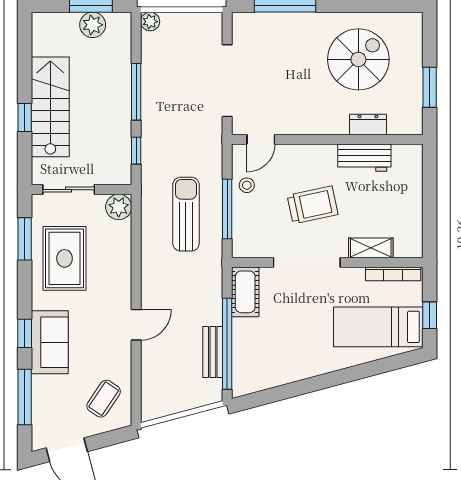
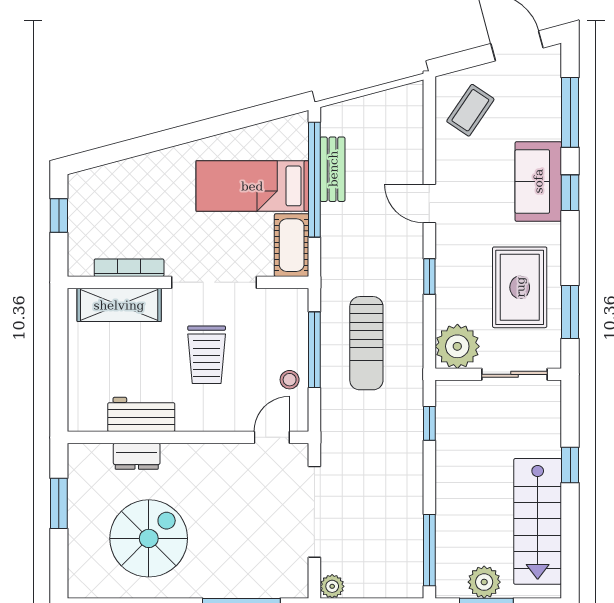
plant: (150, 22) -> (332, 586), moved
spiral stairs: (358, 59) -> (149, 538), turned 180
window: (136, 92) -> (429, 550), moved
stairs: (50, 107) -> (538, 521), moved
trolley: (313, 205) -> (207, 355), turned -78
plant: (119, 207) -> (457, 346), width x1.36, depth x1.36
shelving: (371, 248) -> (119, 305), width x1.50, depth x1.33
window: (136, 267) -> (429, 277), added
bookcase: (393, 274) -> (129, 268), moved
door: (136, 325) -> (429, 204), hinge flipped
bed: (378, 327) -> (252, 186), moved, turned 180

